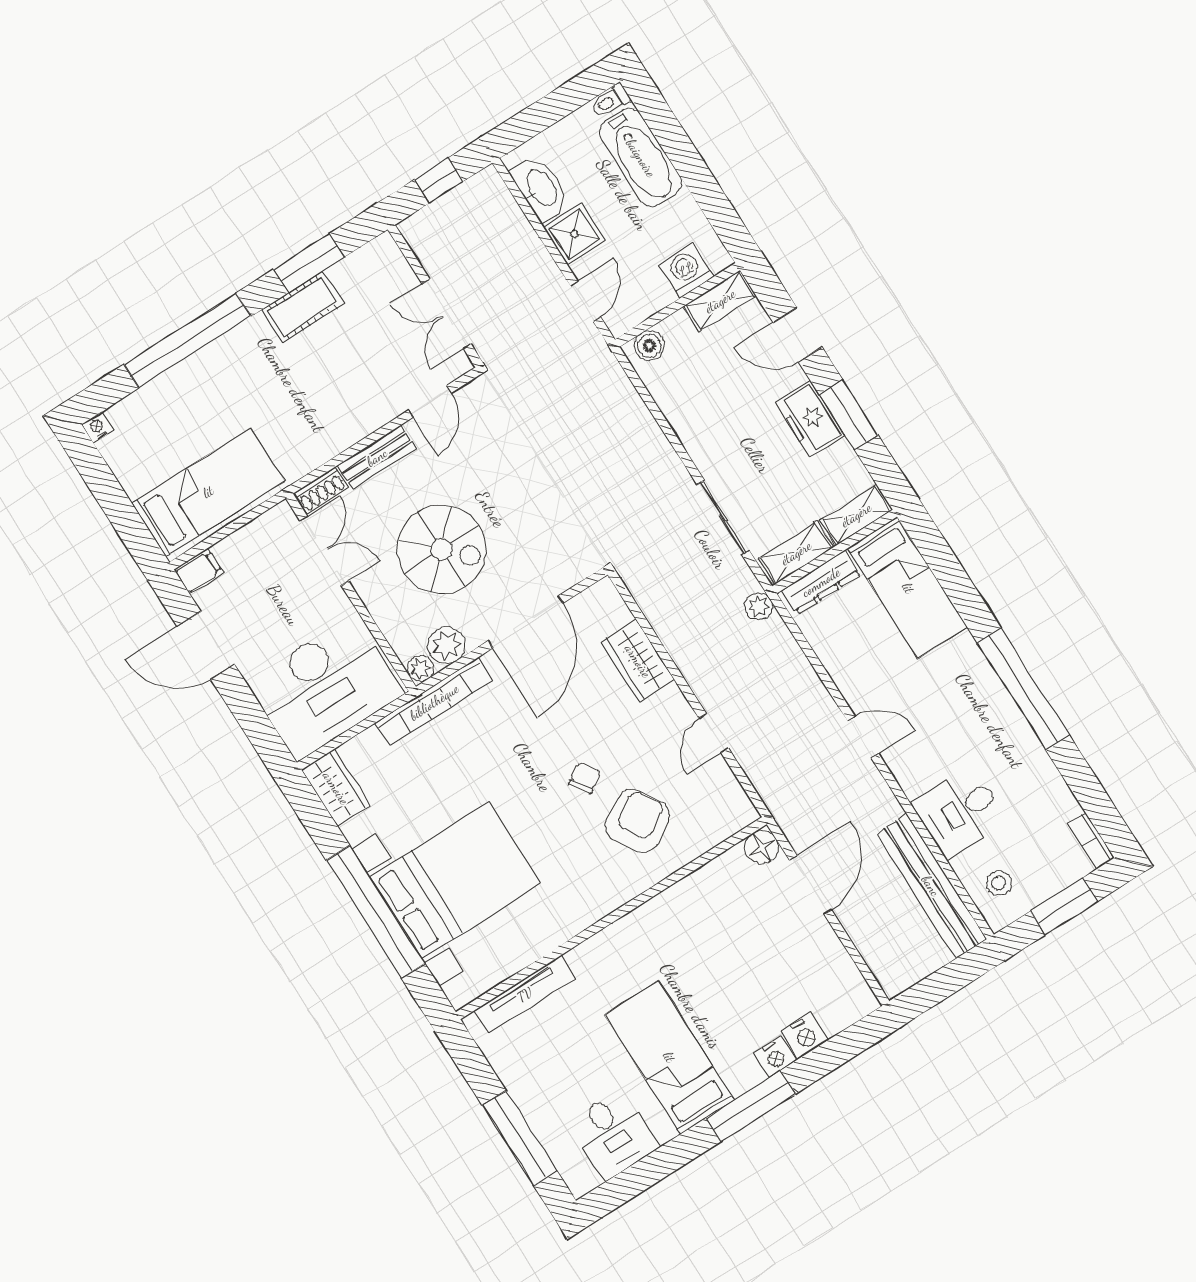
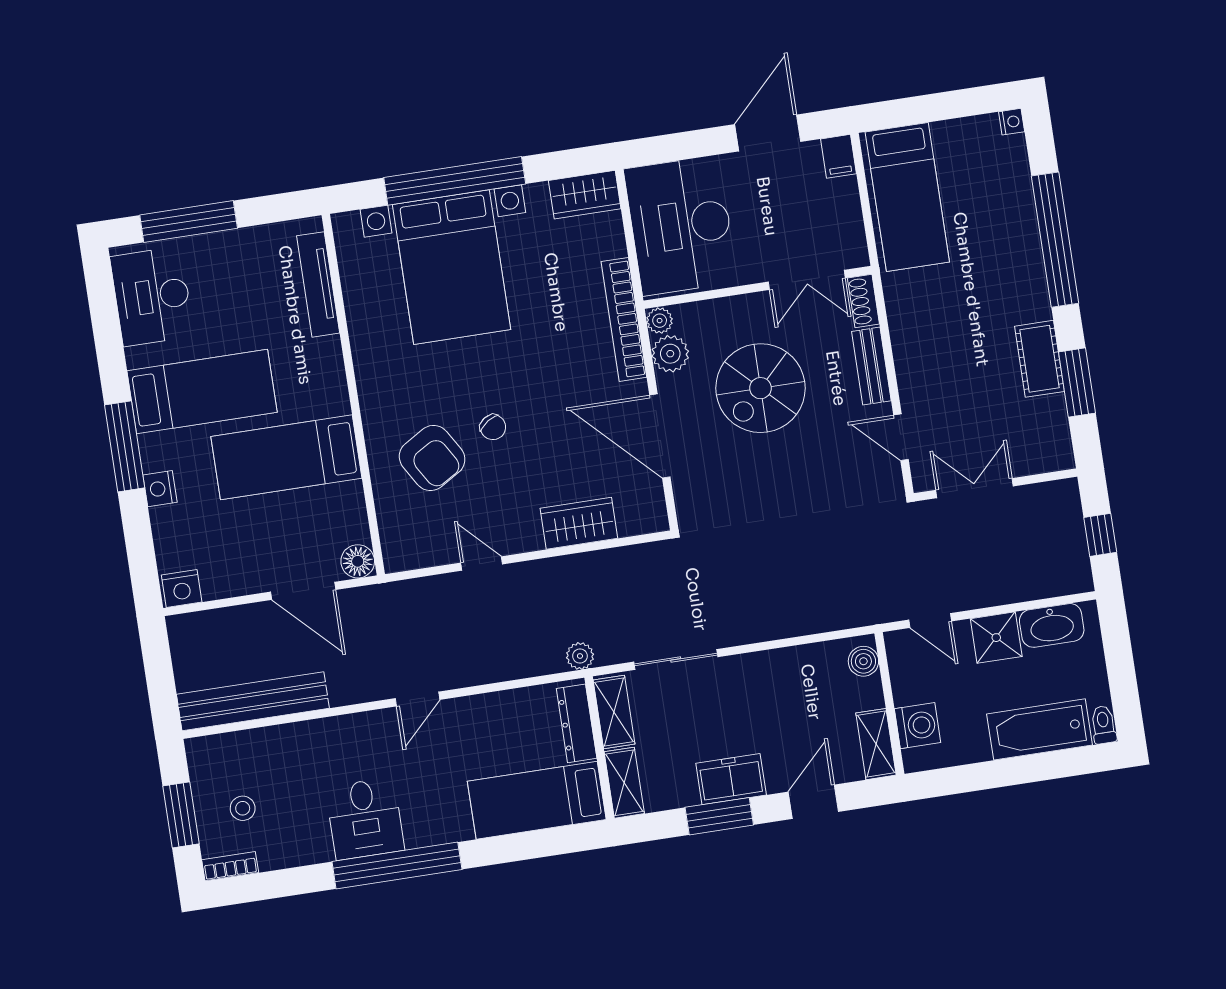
desk: (960, 812) -> (365, 819), moved, turned 180
stool: (999, 883) -> (243, 808), moved
bed: (695, 954) -> (286, 457), added
nightstand: (805, 1036) -> (182, 589), moved, turned -90
desk: (613, 1135) -> (152, 296), width x1.37

